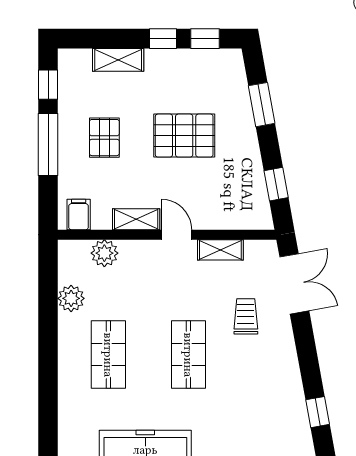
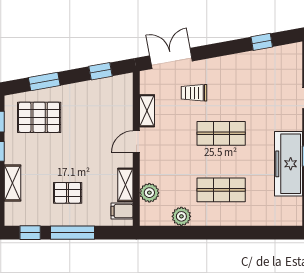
pallet: (184, 136) -> (39, 117), moved, turned 90
shelving: (136, 219) -> (125, 185), moved

